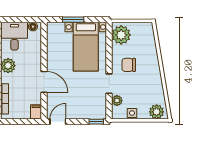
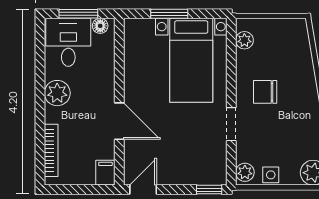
window: (20, 20) -> (78, 14), added
plant: (121, 35) -> (244, 40), width x0.53, depth x0.53
plant: (117, 101) -> (245, 172), moved

